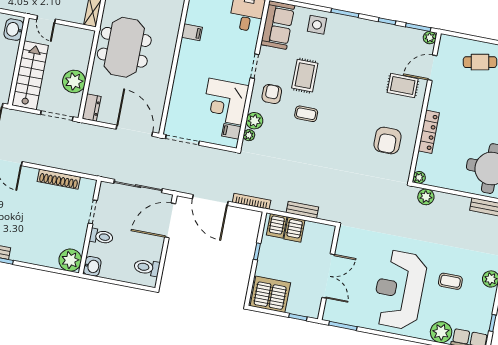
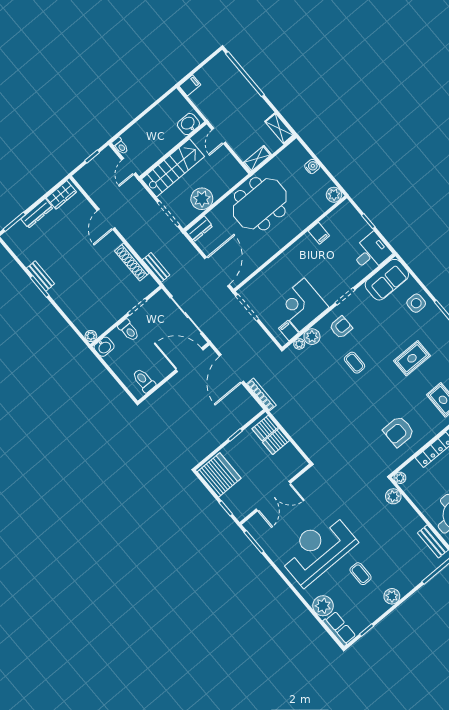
rug: (305, 76) -> (412, 358), moved
bench: (302, 210) -> (156, 267), moved
plant: (70, 260) -> (91, 336), width x0.53, depth x0.53

